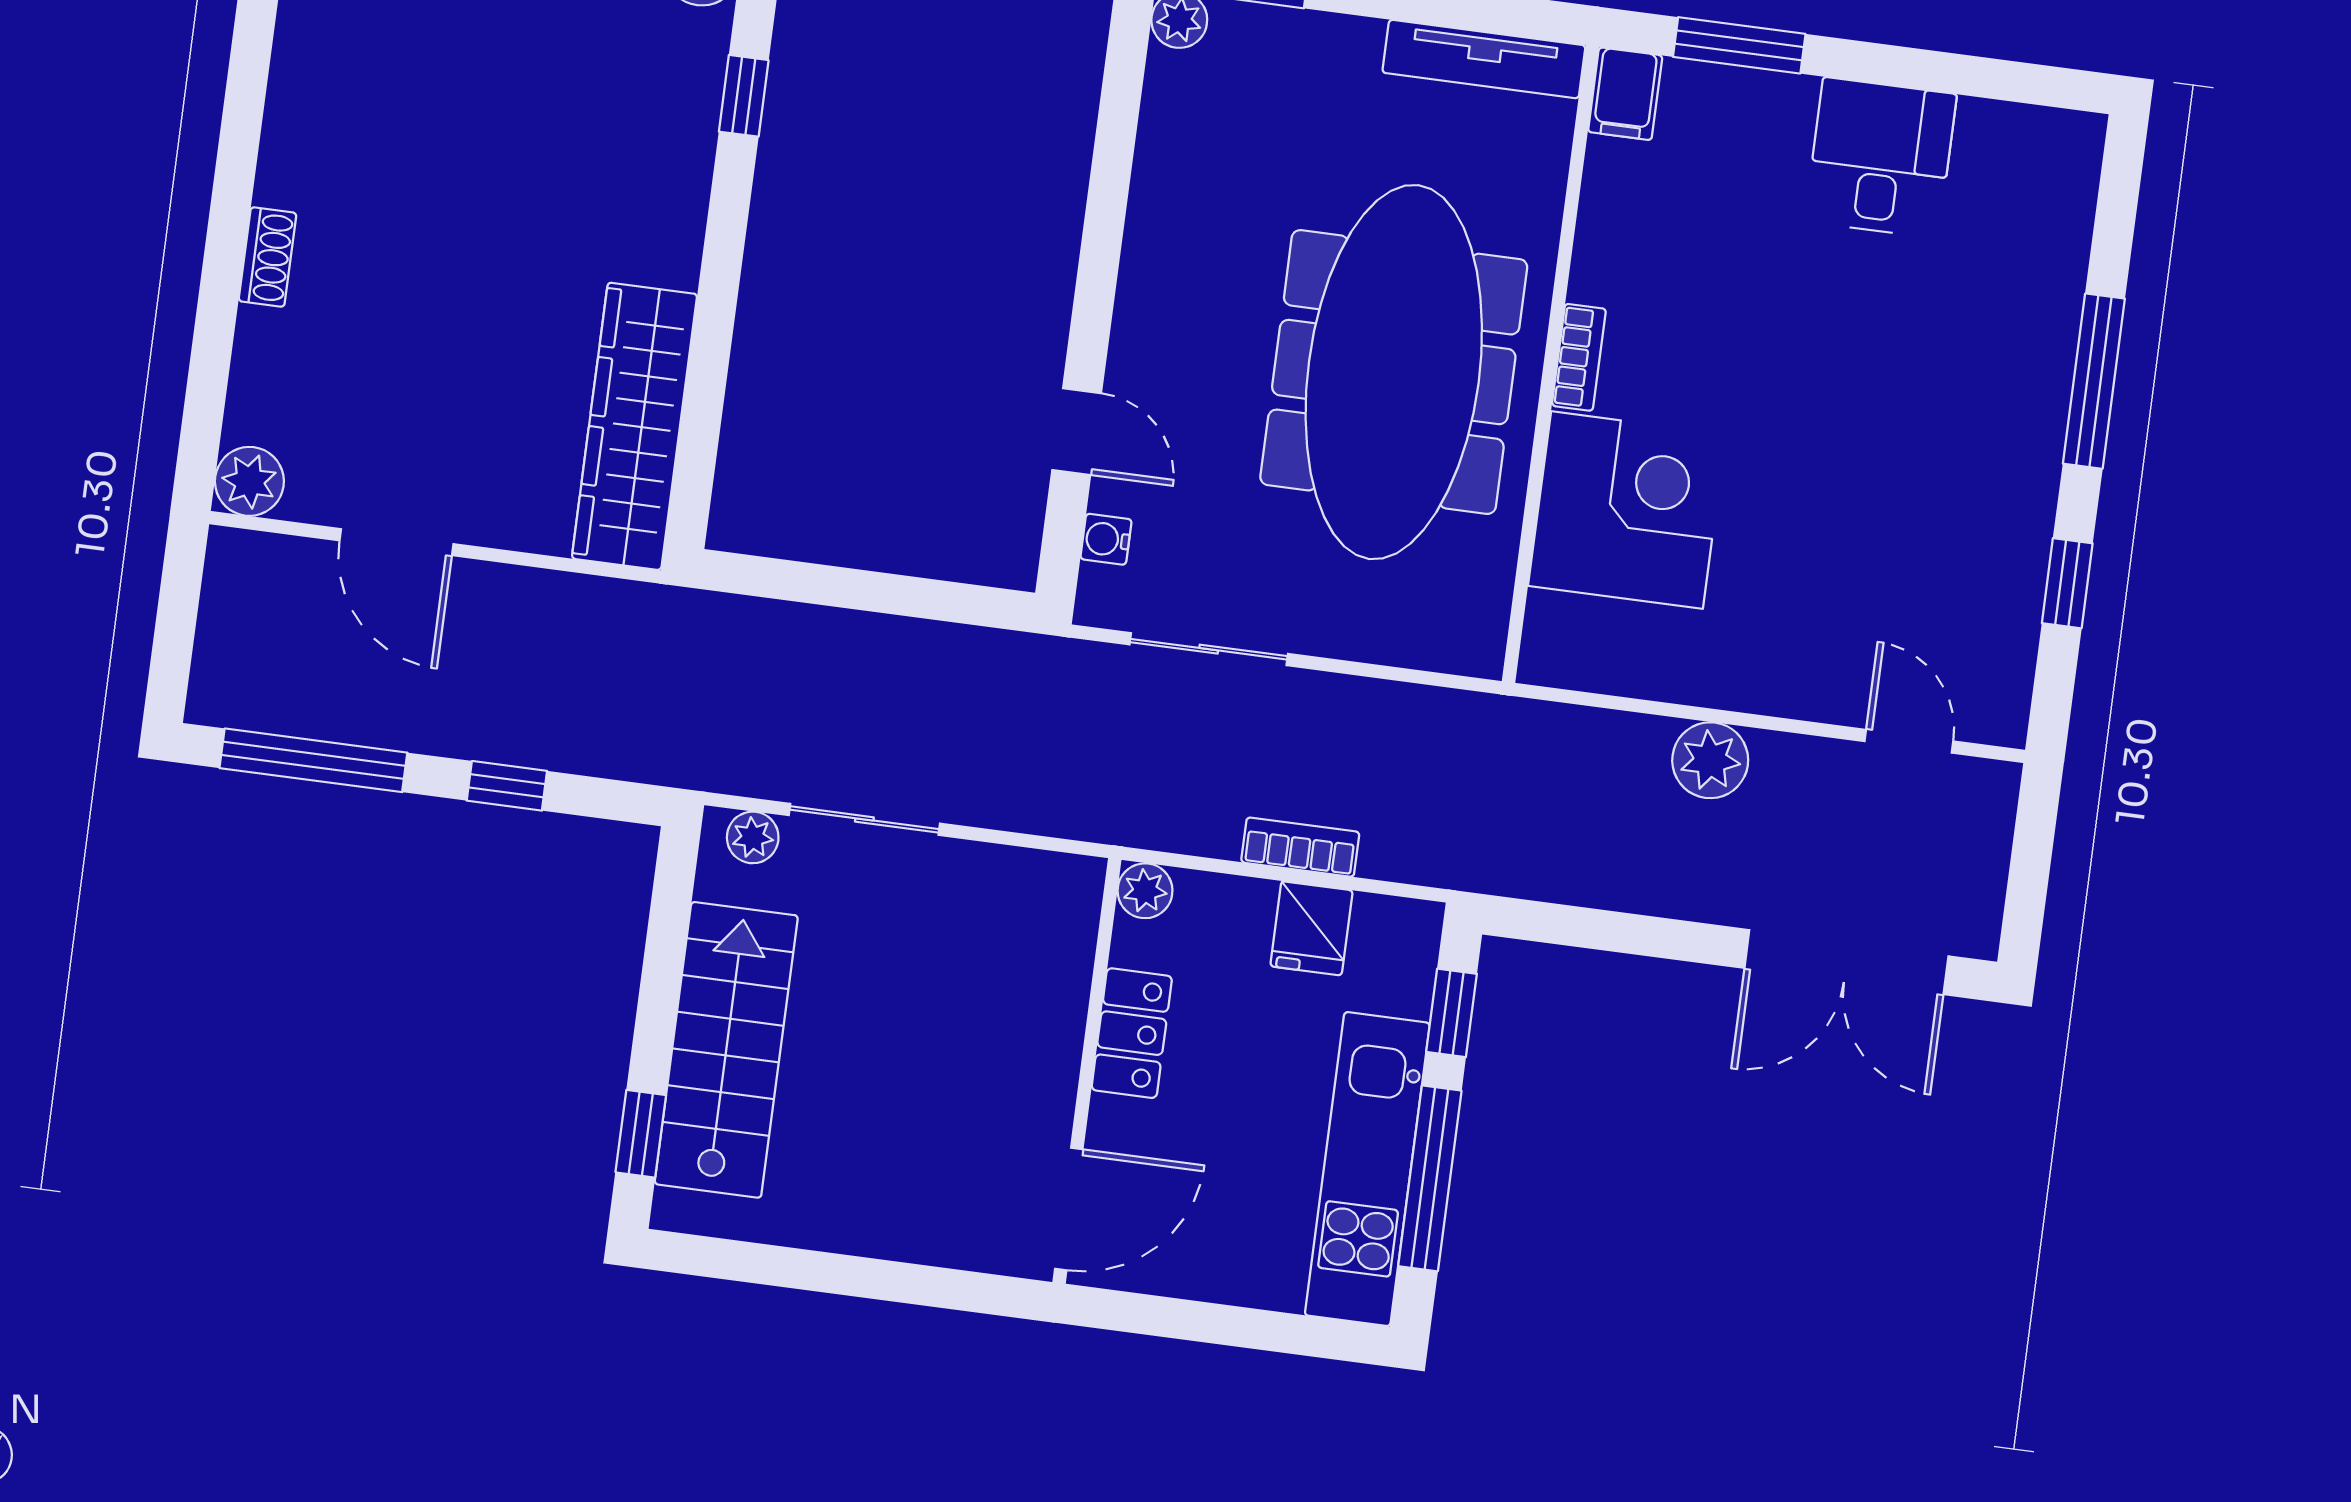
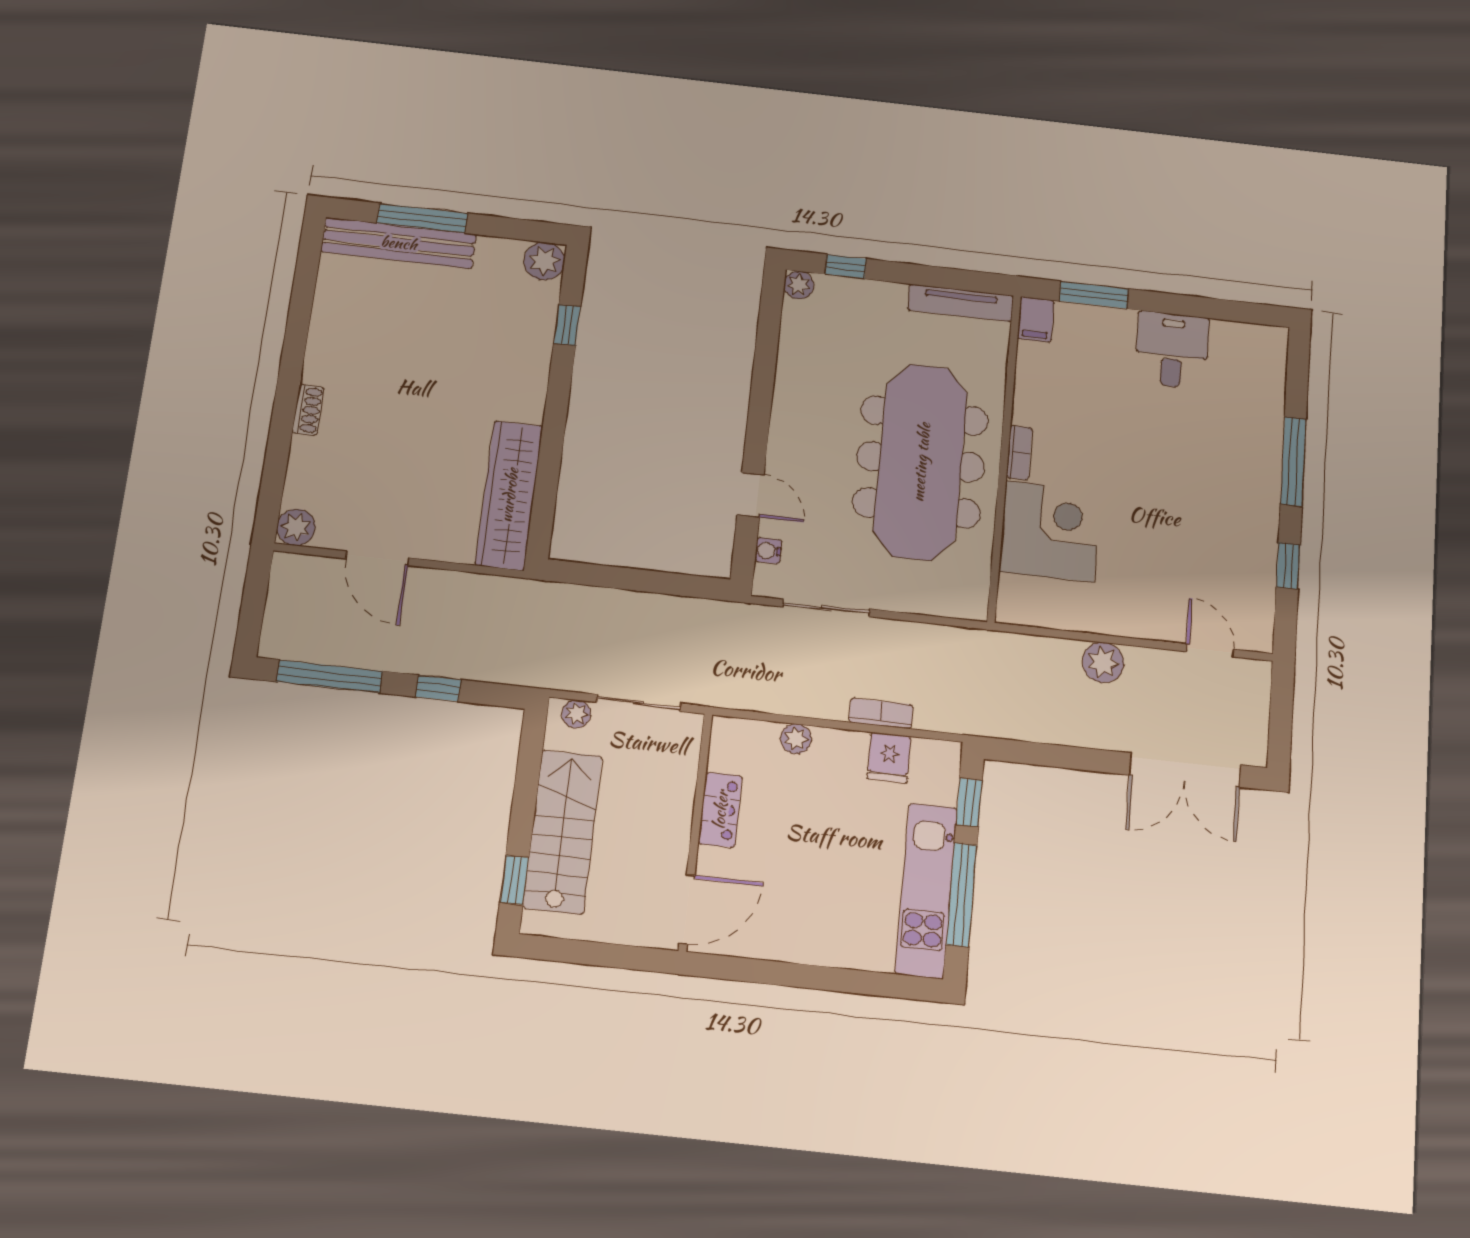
locker: (1132, 1033) -> (720, 810), moved
wall: (1087, 1071) -> (695, 831), moved
door: (1069, 1209) -> (687, 909), moved

